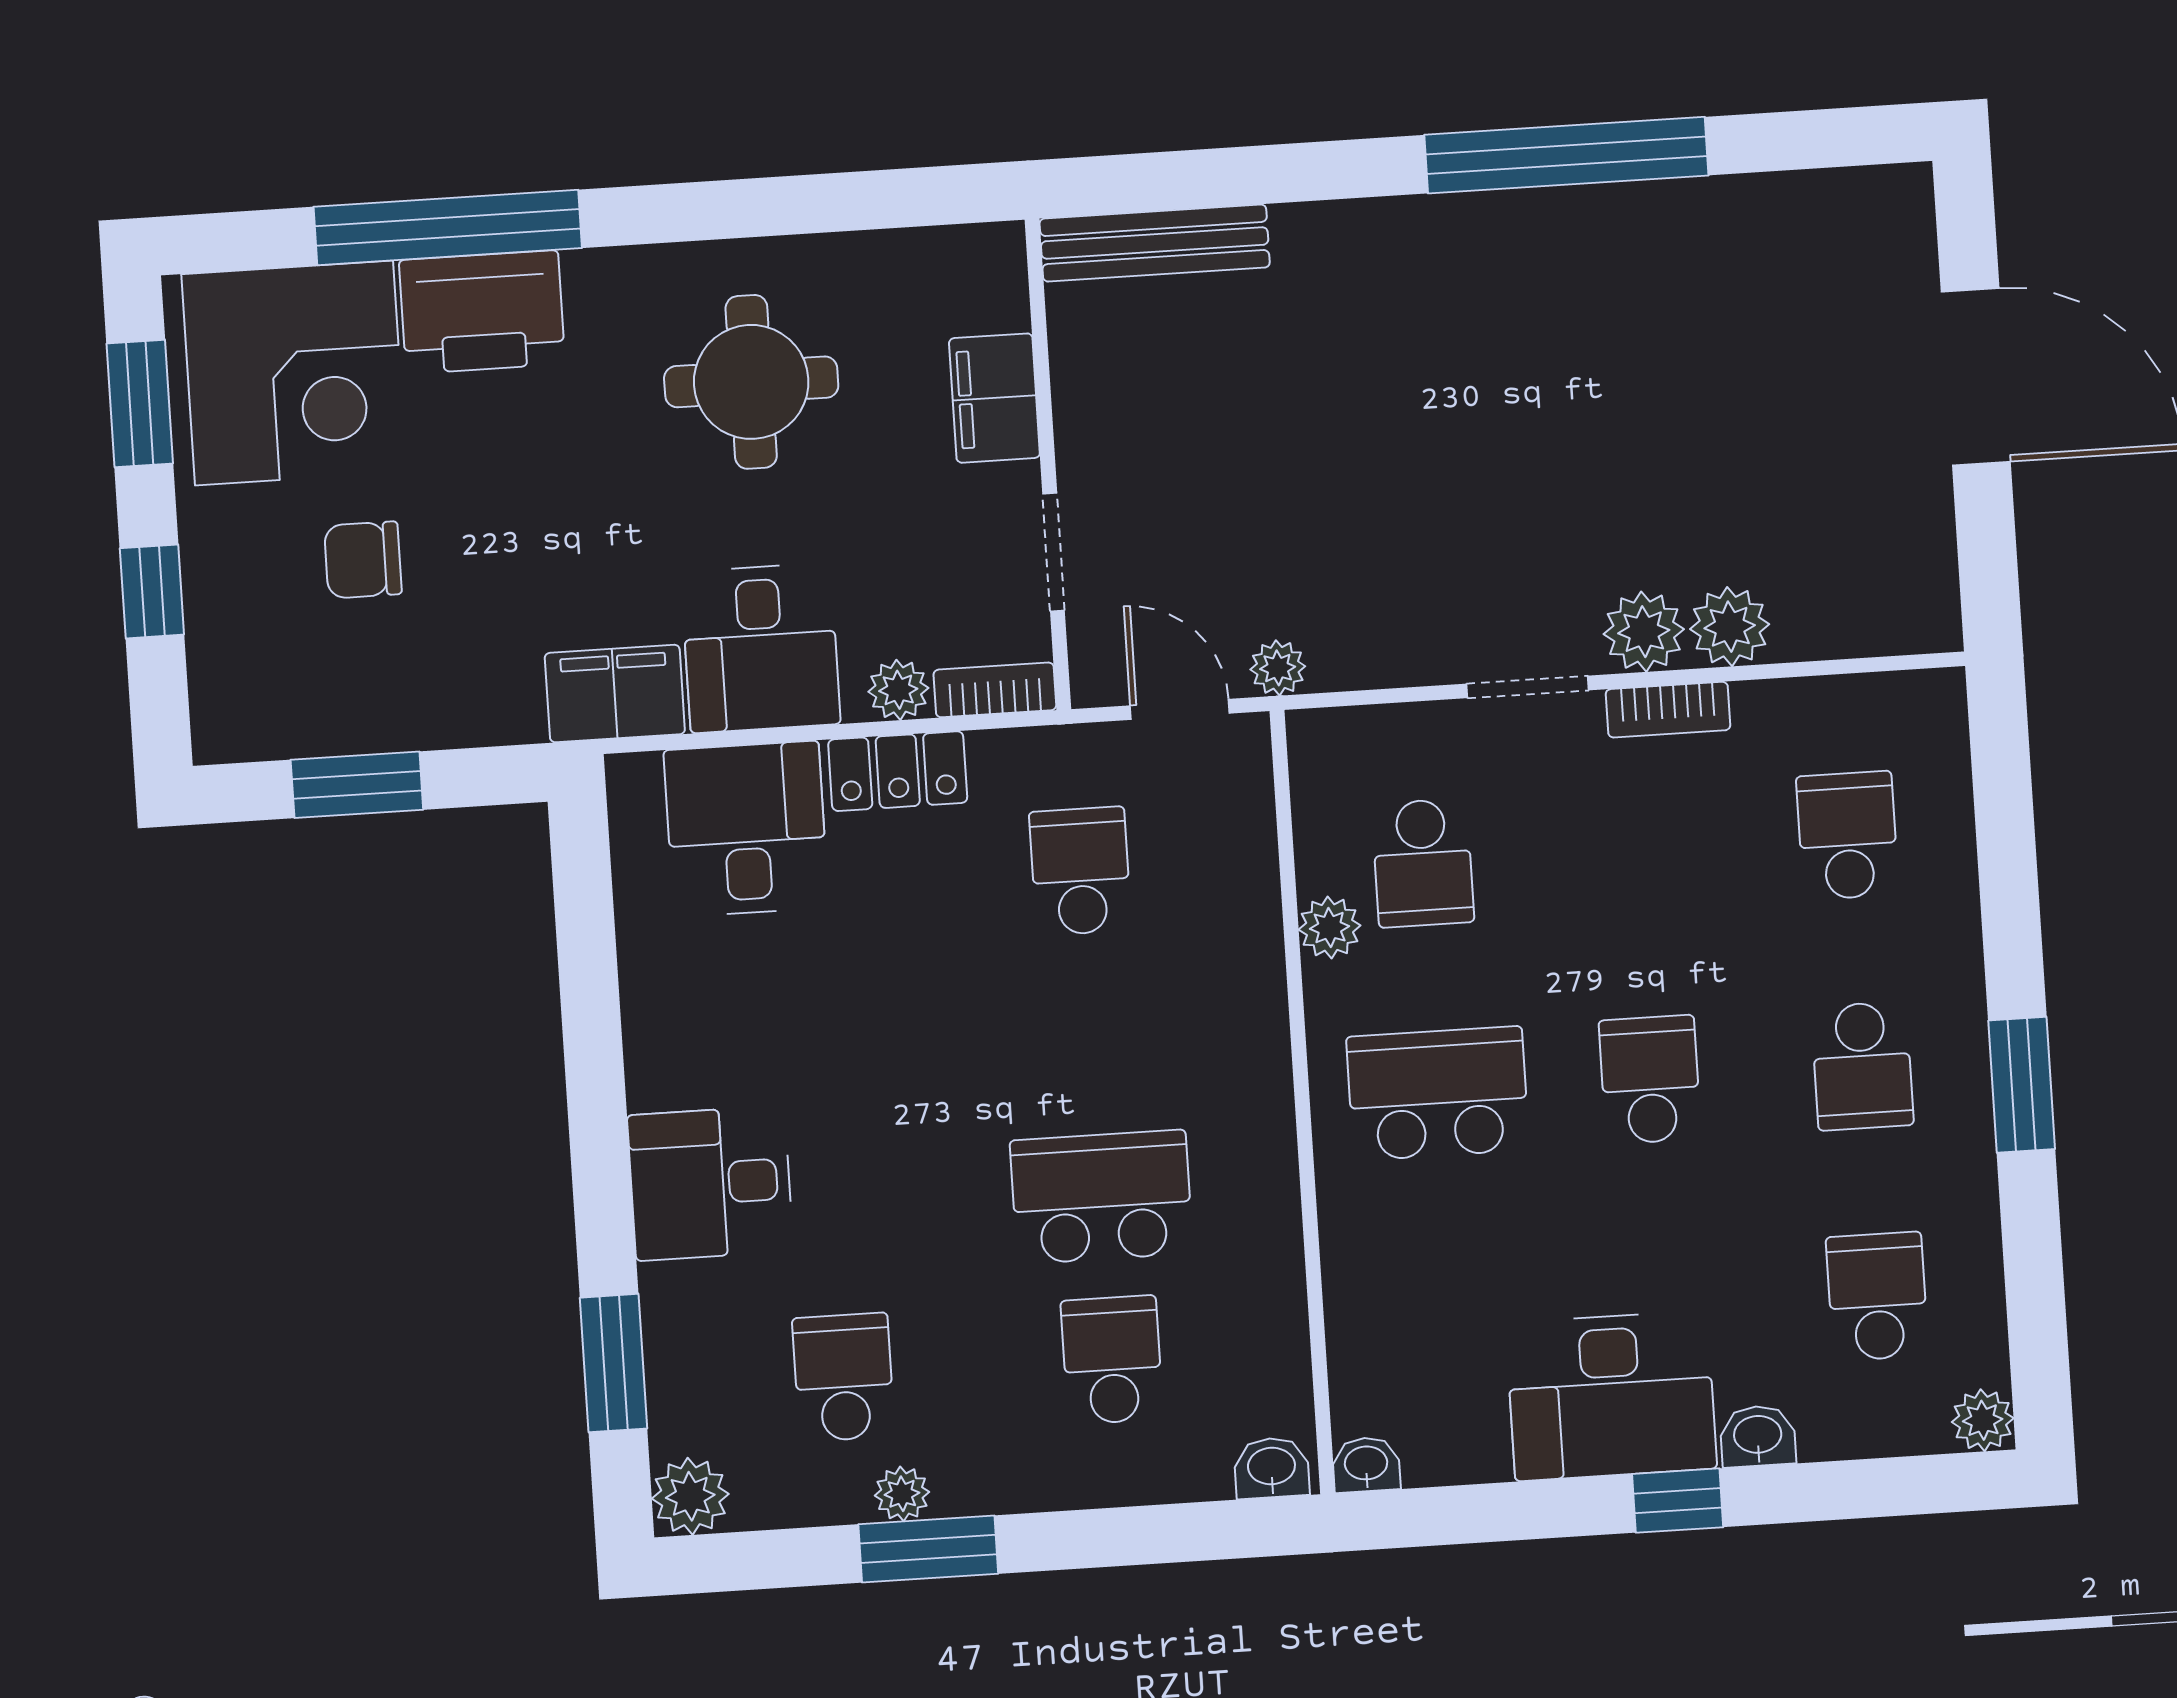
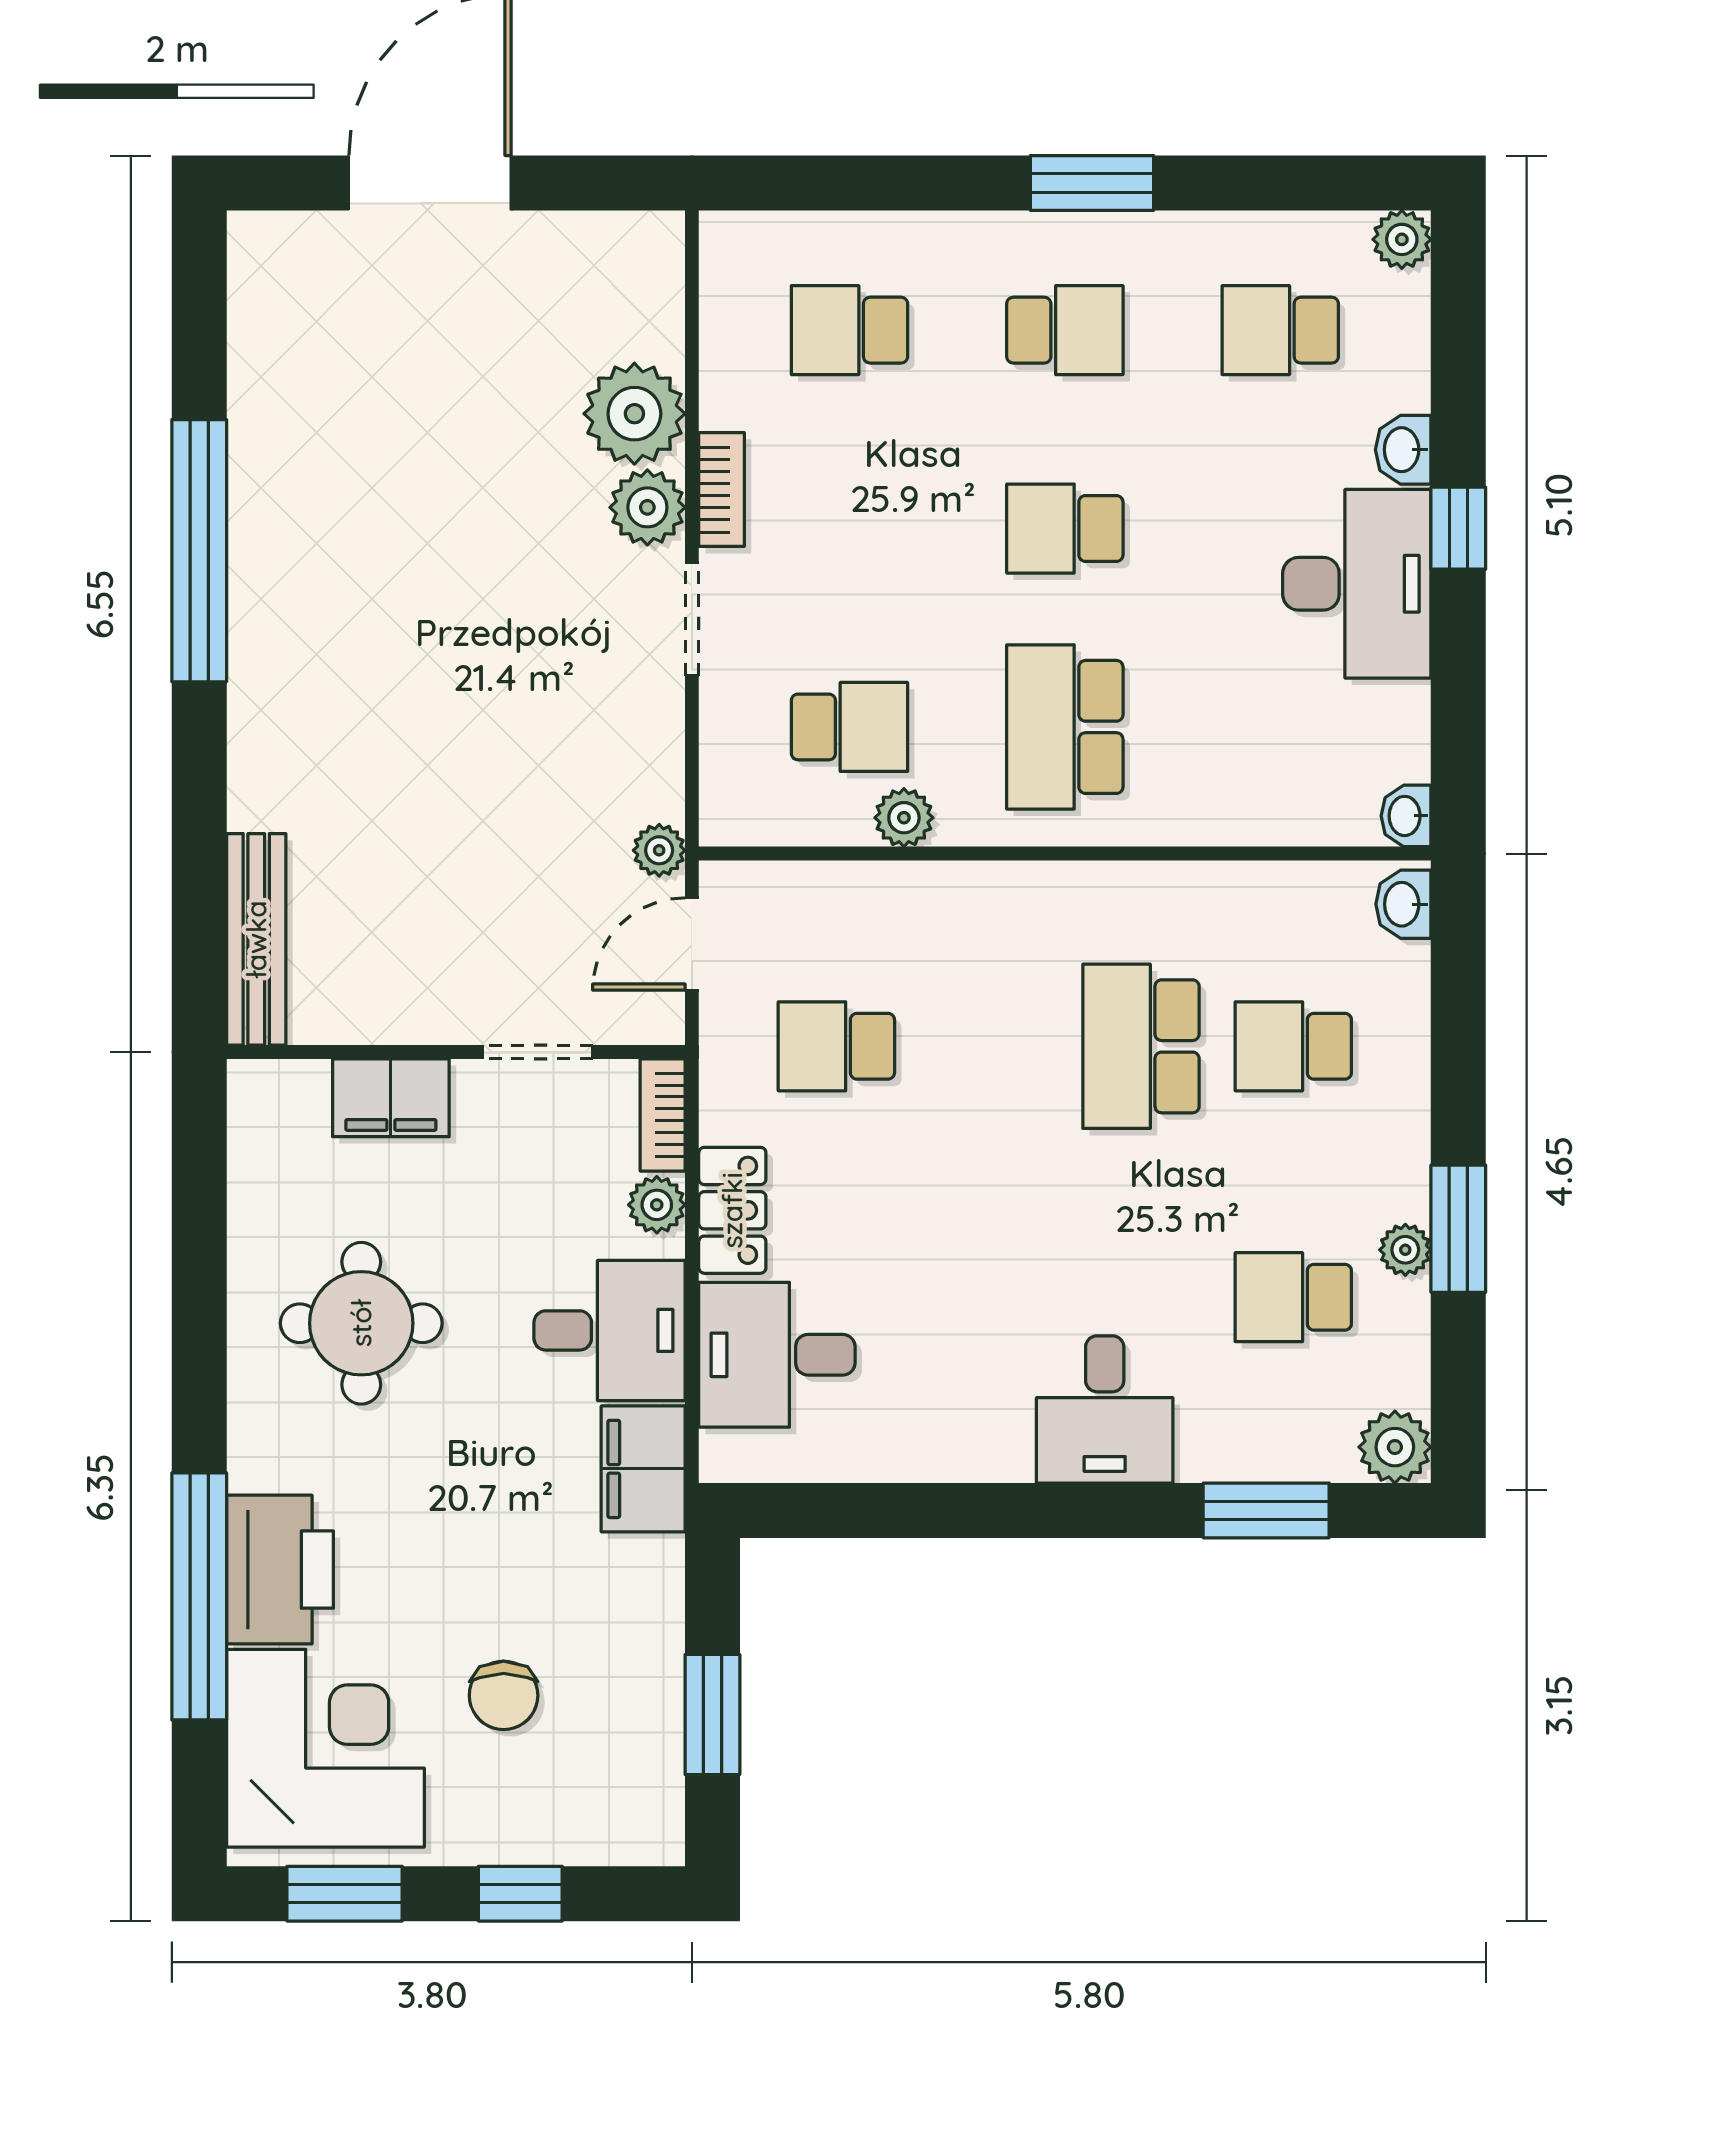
plant: (1730, 627) -> (634, 414), width x1.36, depth x1.36

